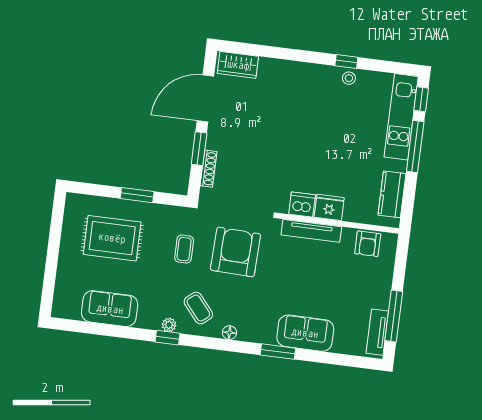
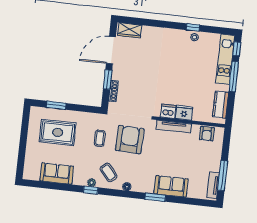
window: (137, 195) -> (56, 105), moved

